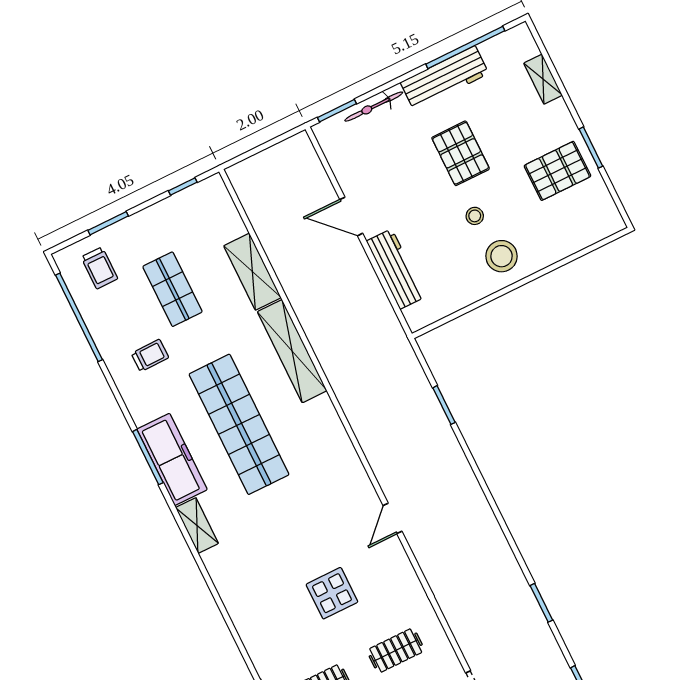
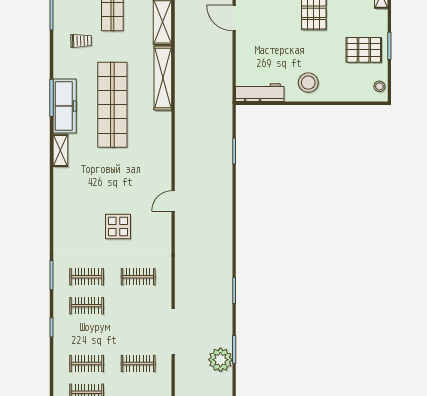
stool: (475, 216) -> (379, 86), moved
workbench: (396, 269) -> (260, 93), moved, turned -90

